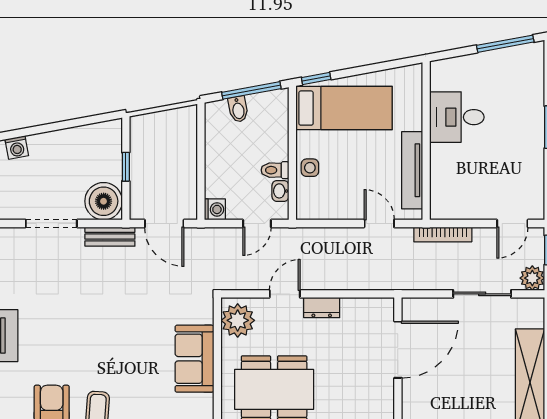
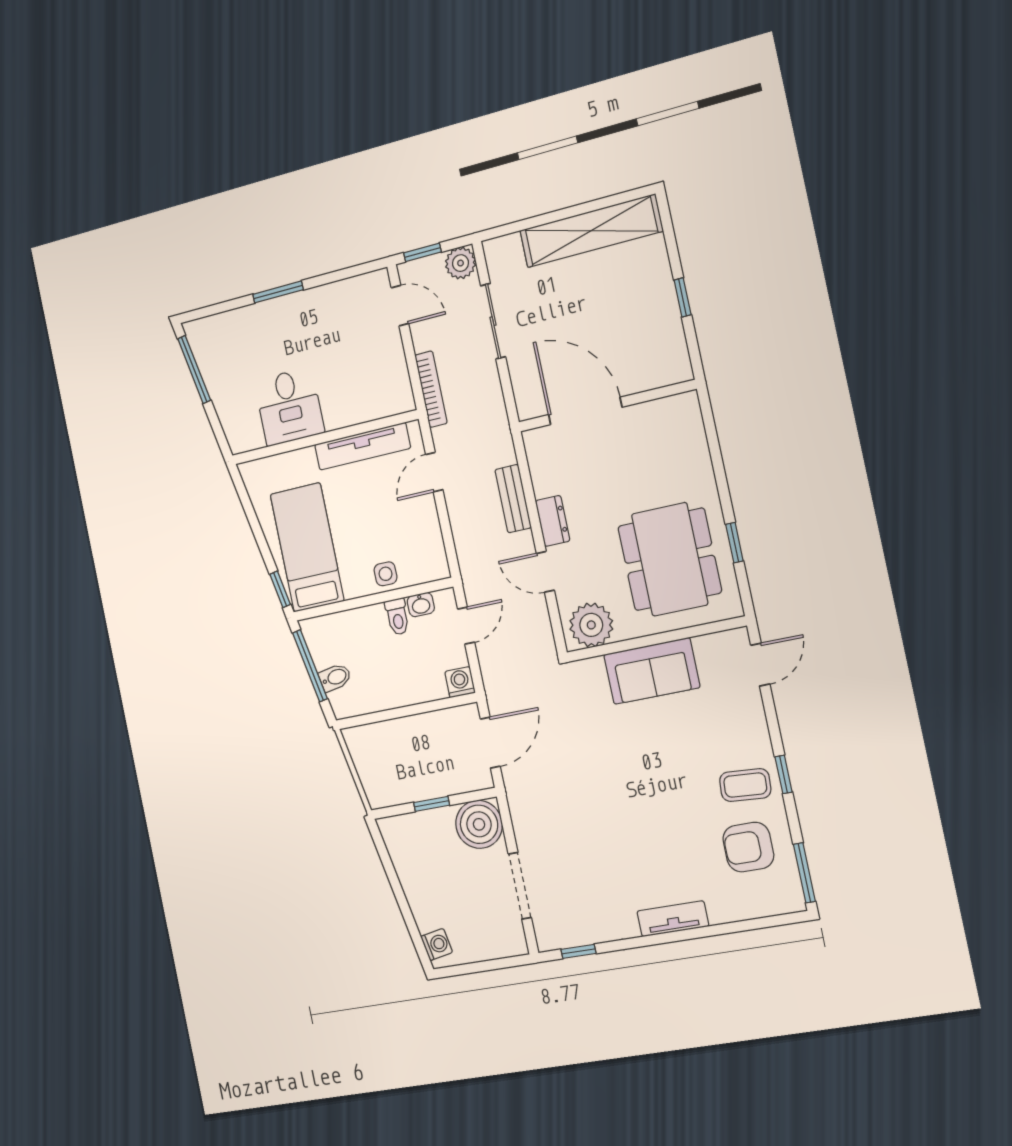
door: (257, 223) -> (466, 626), hinge flipped
bench: (110, 237) -> (513, 499), moved

